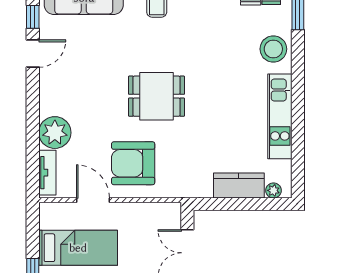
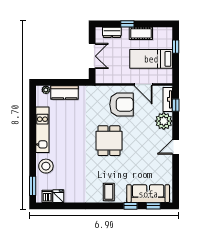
window: (33, 17) -> (176, 105), moved
door: (33, 54) -> (176, 147), moved
dining table: (157, 96) -> (109, 141), turned 90

